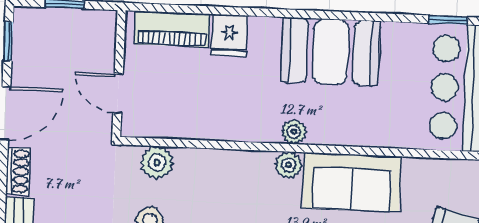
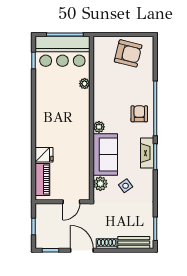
booth: (330, 52) -> (49, 111), removed
plant: (294, 132) -> (85, 84), moved
sofa: (352, 182) -> (105, 155), moved

